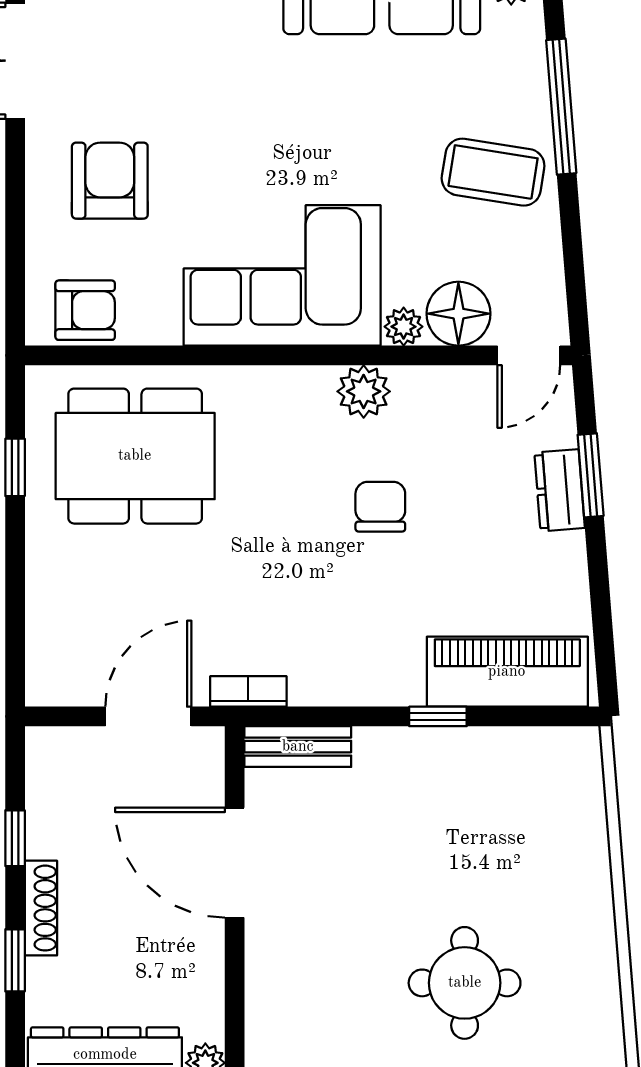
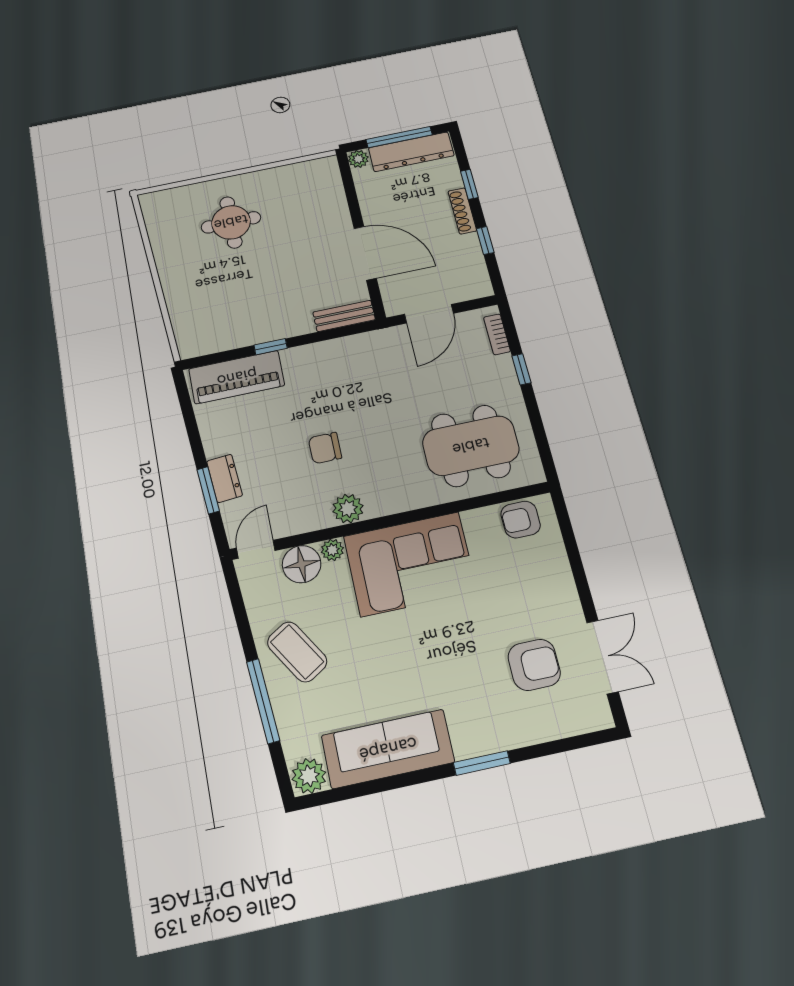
coffee table: (493, 172) -> (297, 652), turned 49
armchair: (110, 181) -> (534, 665), moved, turned -90
window: (15, 467) -> (521, 369), moved
chair: (380, 507) -> (325, 448), turned 90
bookcase: (248, 691) -> (497, 334), moved, turned 90

